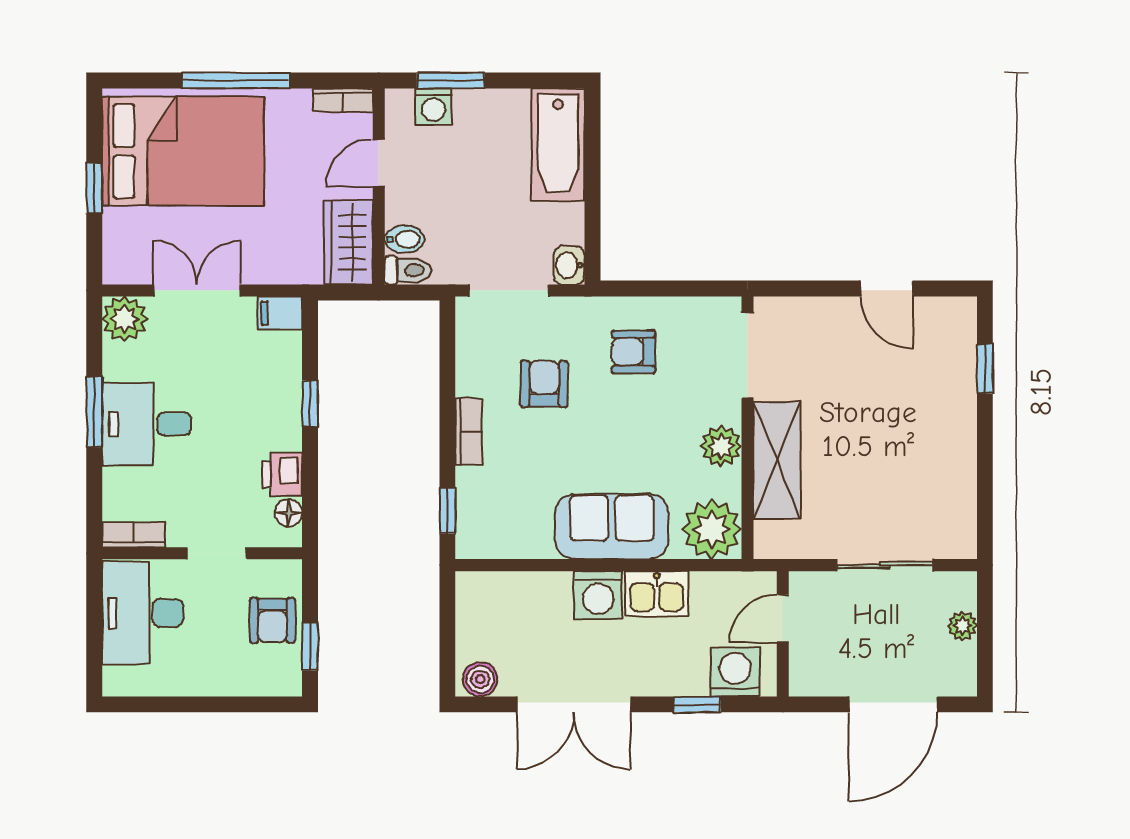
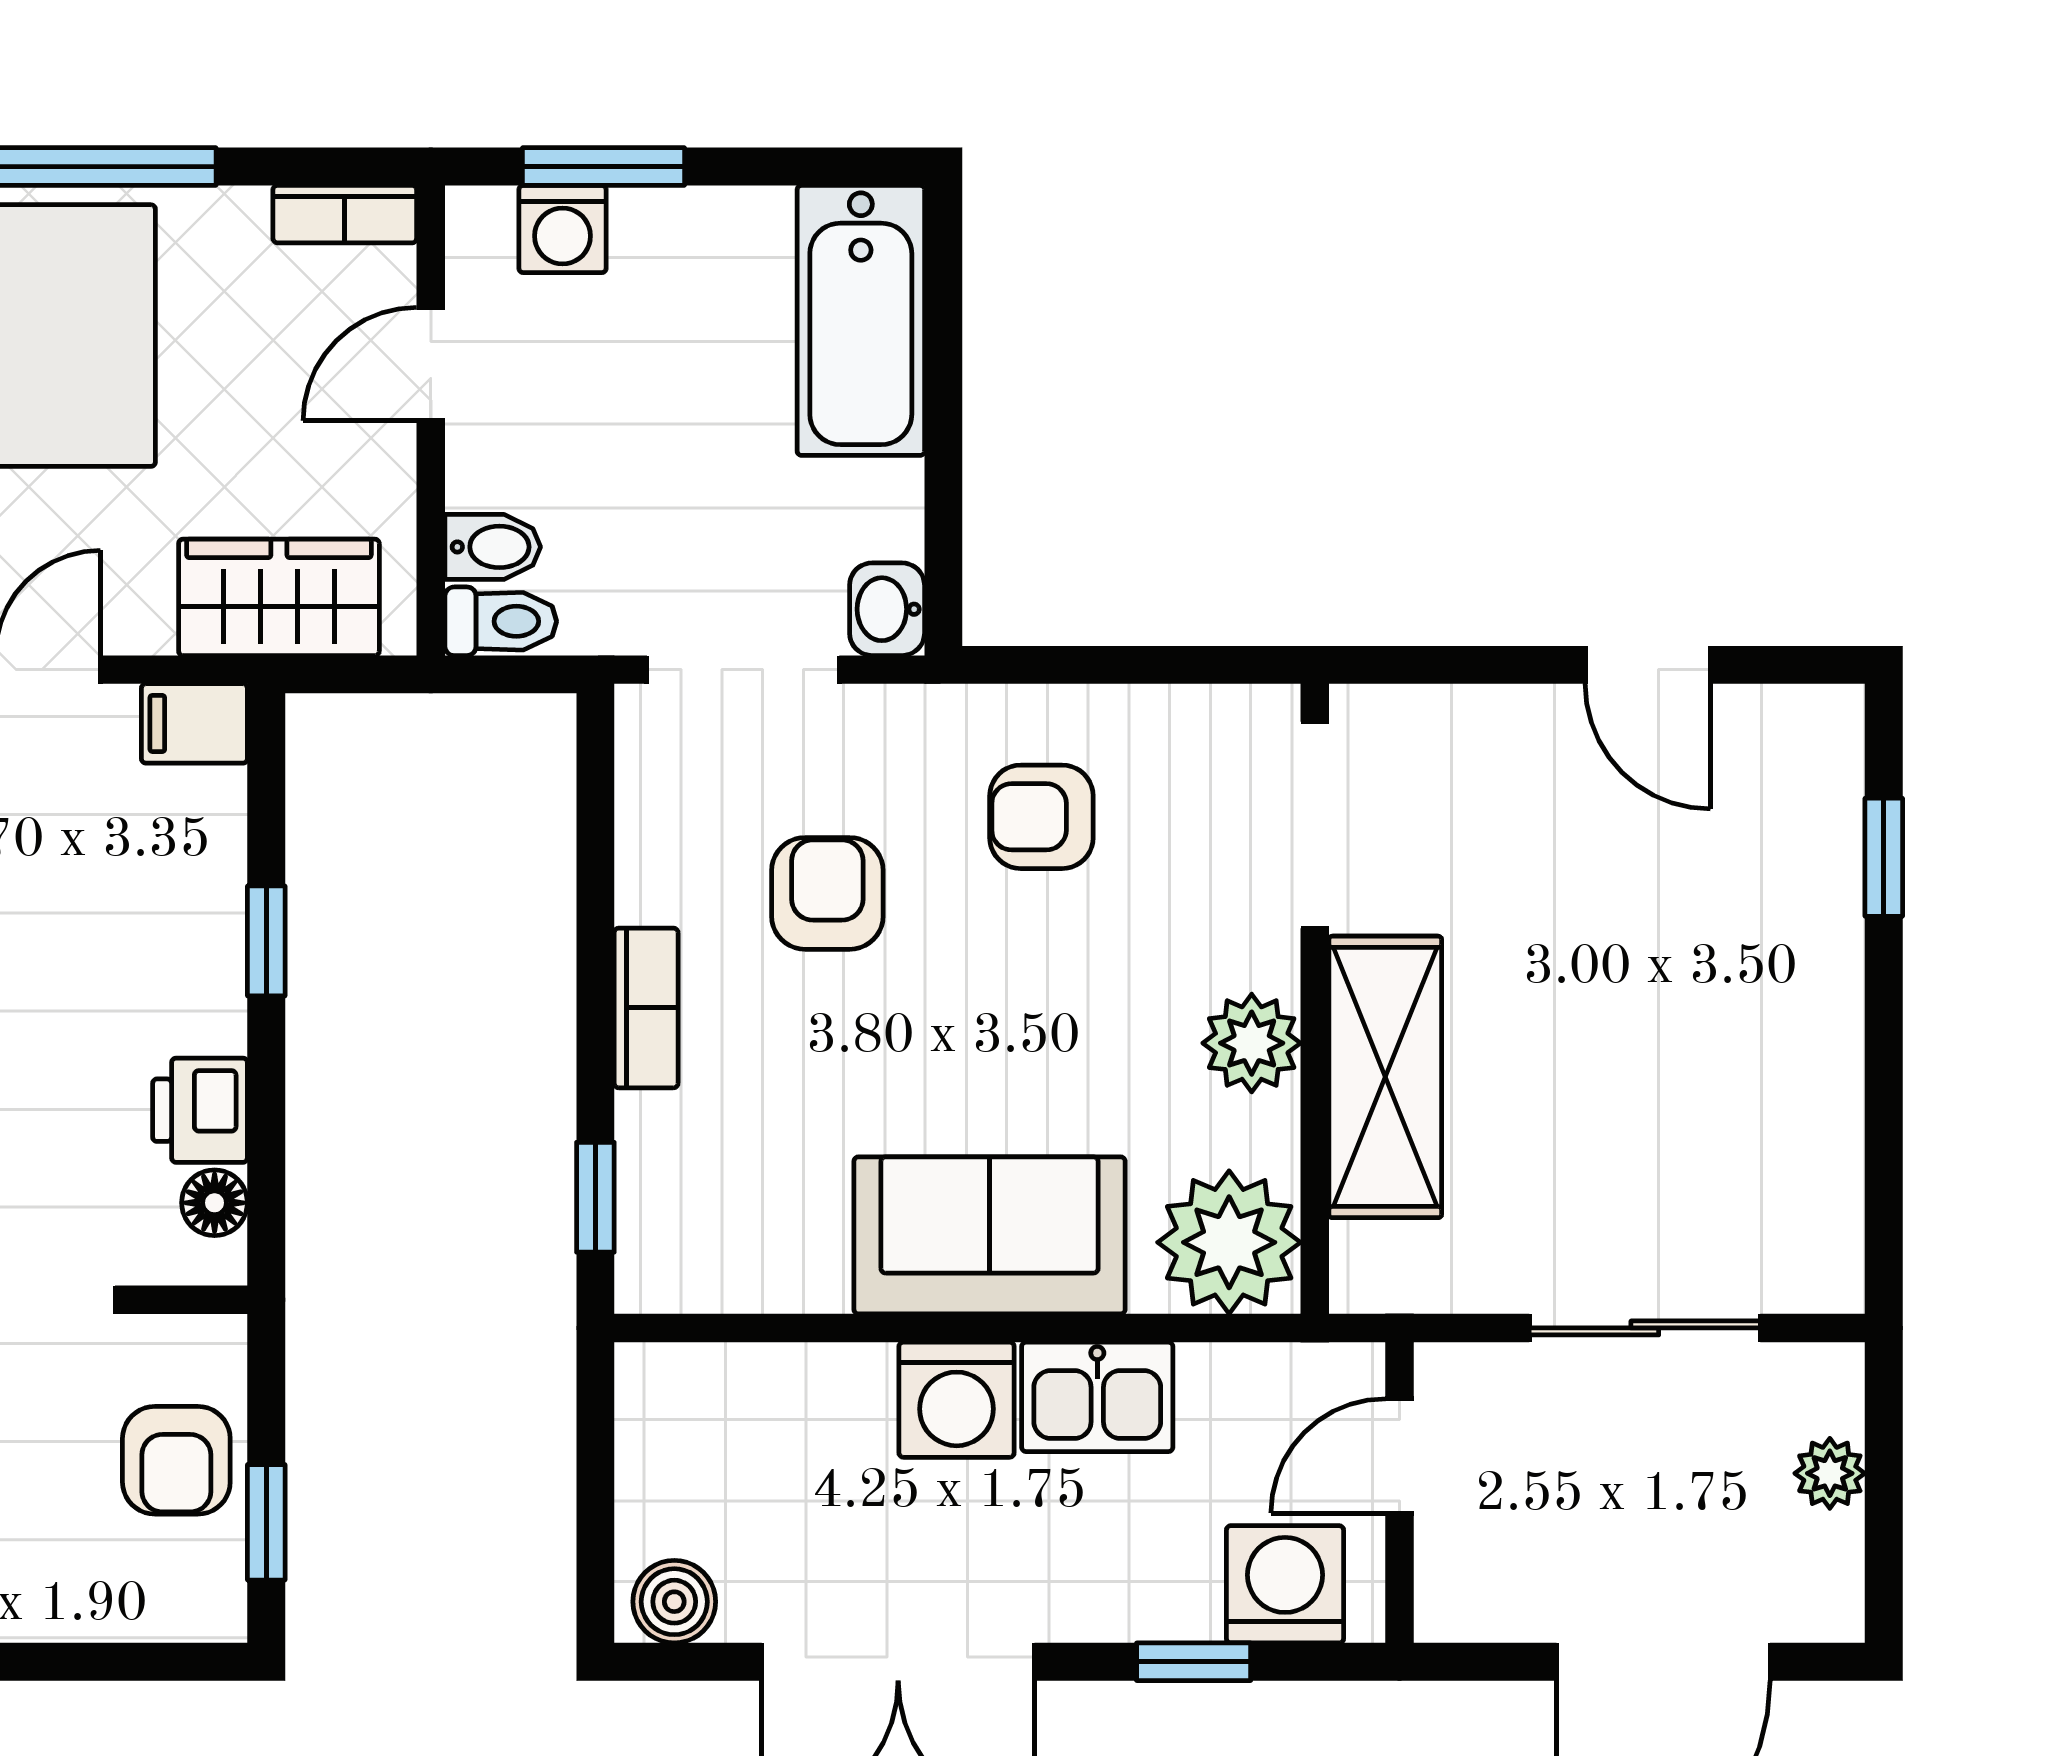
wardrobe: (349, 242) -> (279, 597), moved, turned 90

